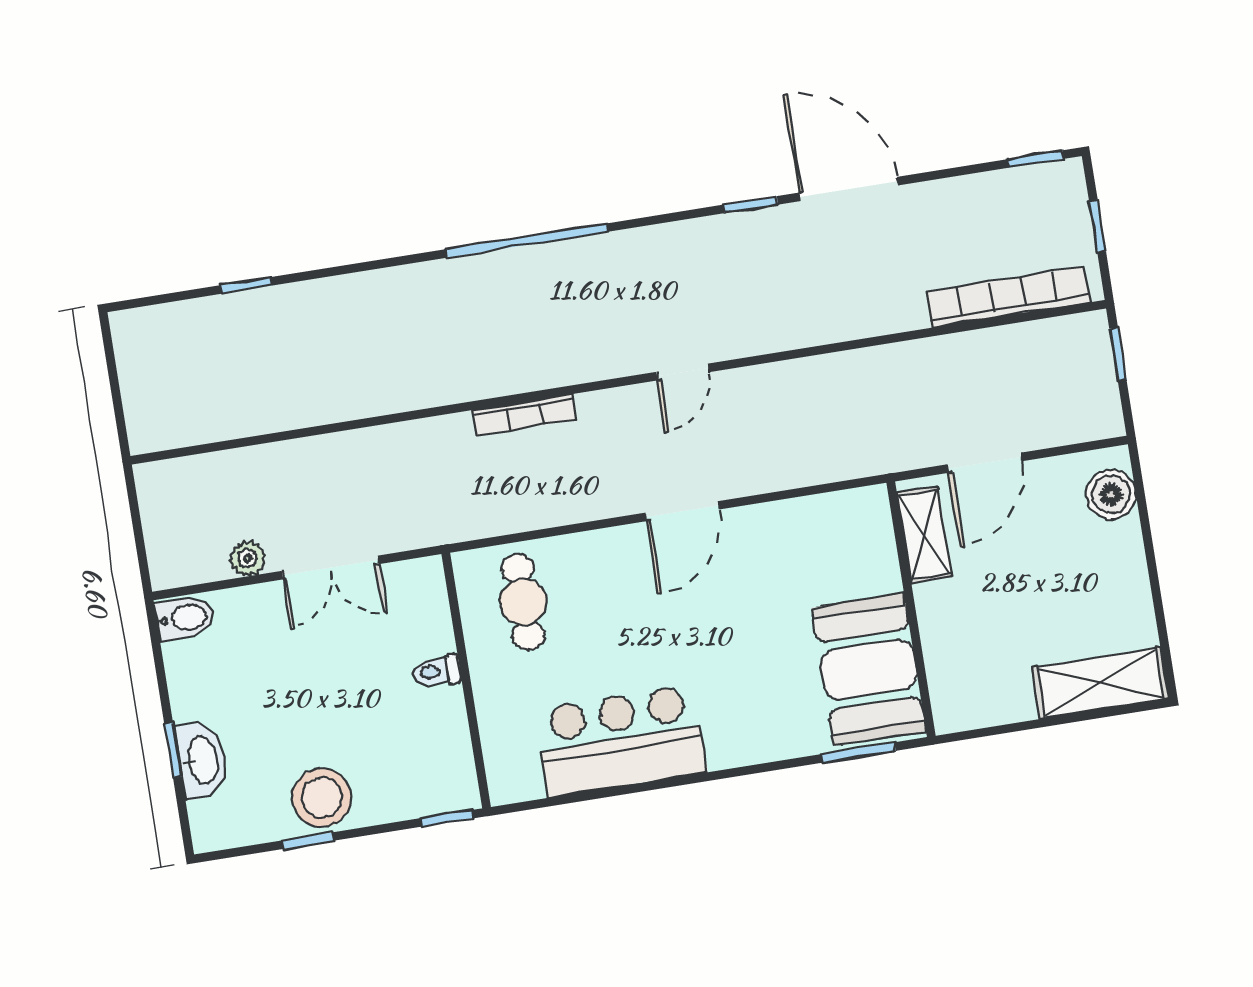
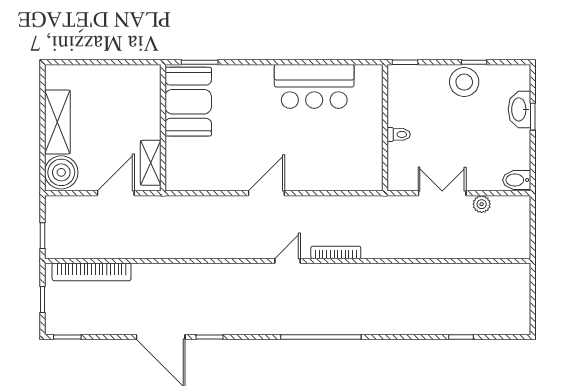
door: (683, 372) -> (287, 261), moved
boiler: (1111, 495) -> (61, 172), width x1.37, depth x1.37
cafe table: (523, 602) -> (351, 162), removed
shelving: (1100, 683) -> (57, 122), moved, turned 90

